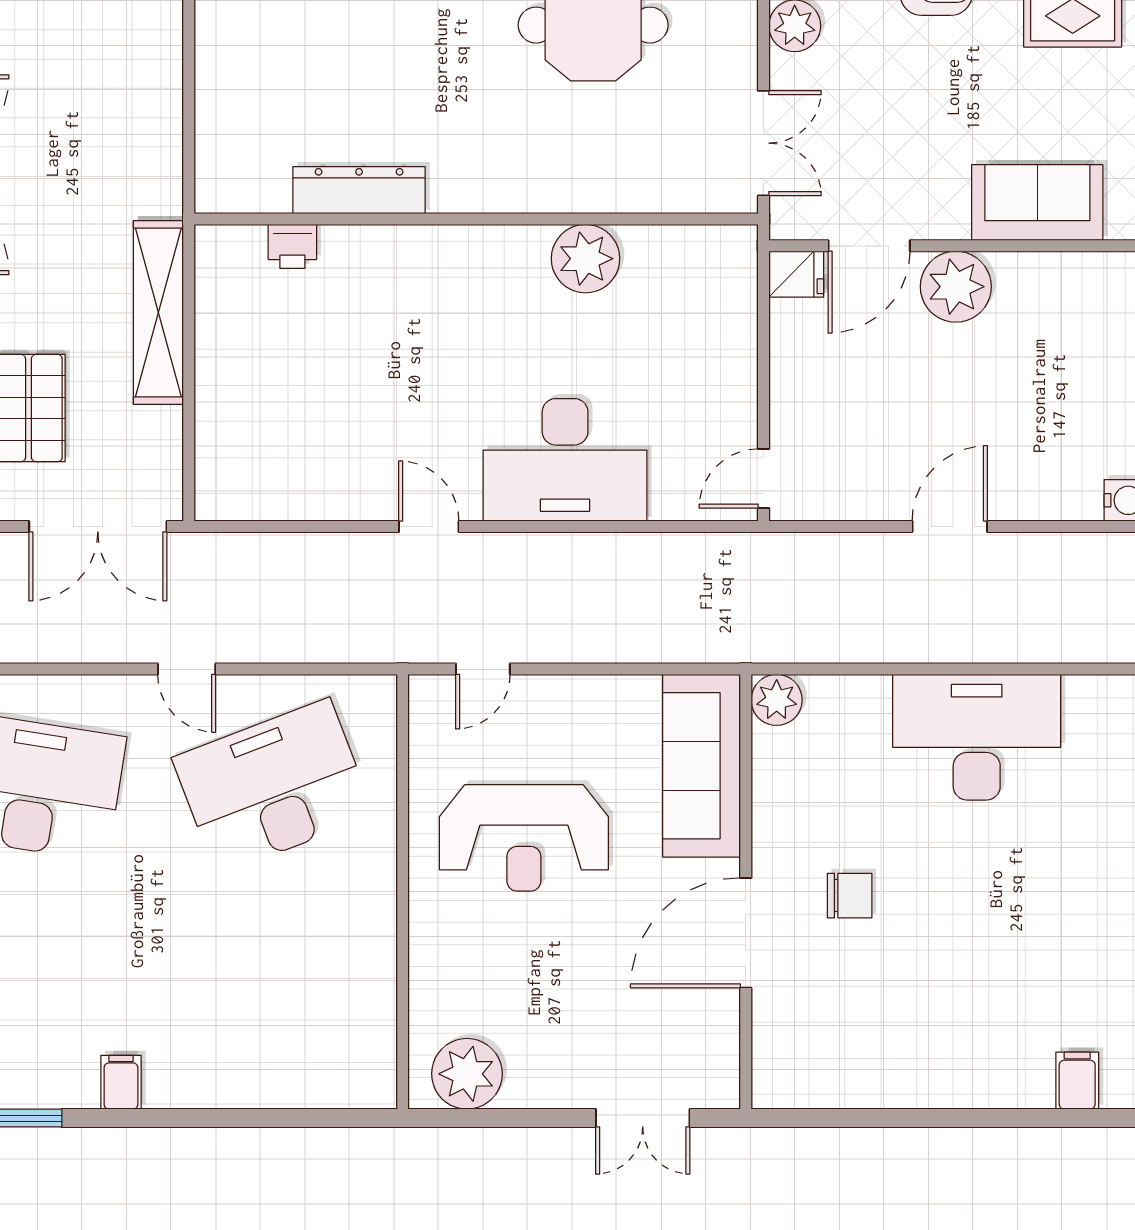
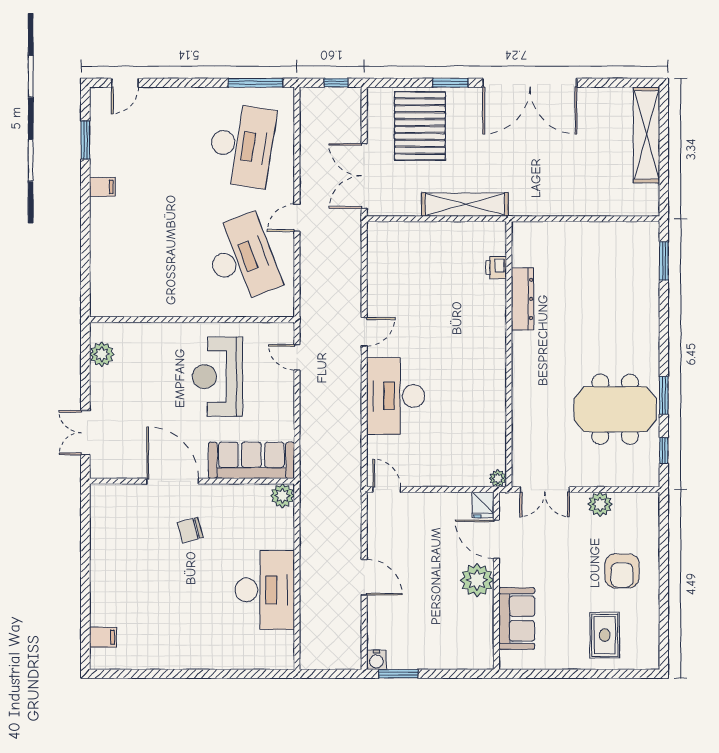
plant: (586, 259) -> (498, 478), moved, width x0.53, depth x0.53
chair: (850, 896) -> (190, 530), turned 75
plant: (467, 1074) -> (102, 354), width x0.73, depth x0.73

